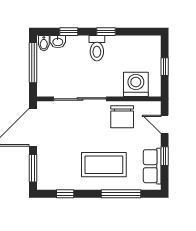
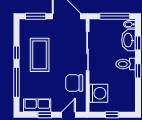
washbasin: (58, 42) -> (128, 40), width x1.91, depth x1.45
coffee table: (104, 165) -> (40, 55), moved
window: (65, 194) -> (16, 53), moved

